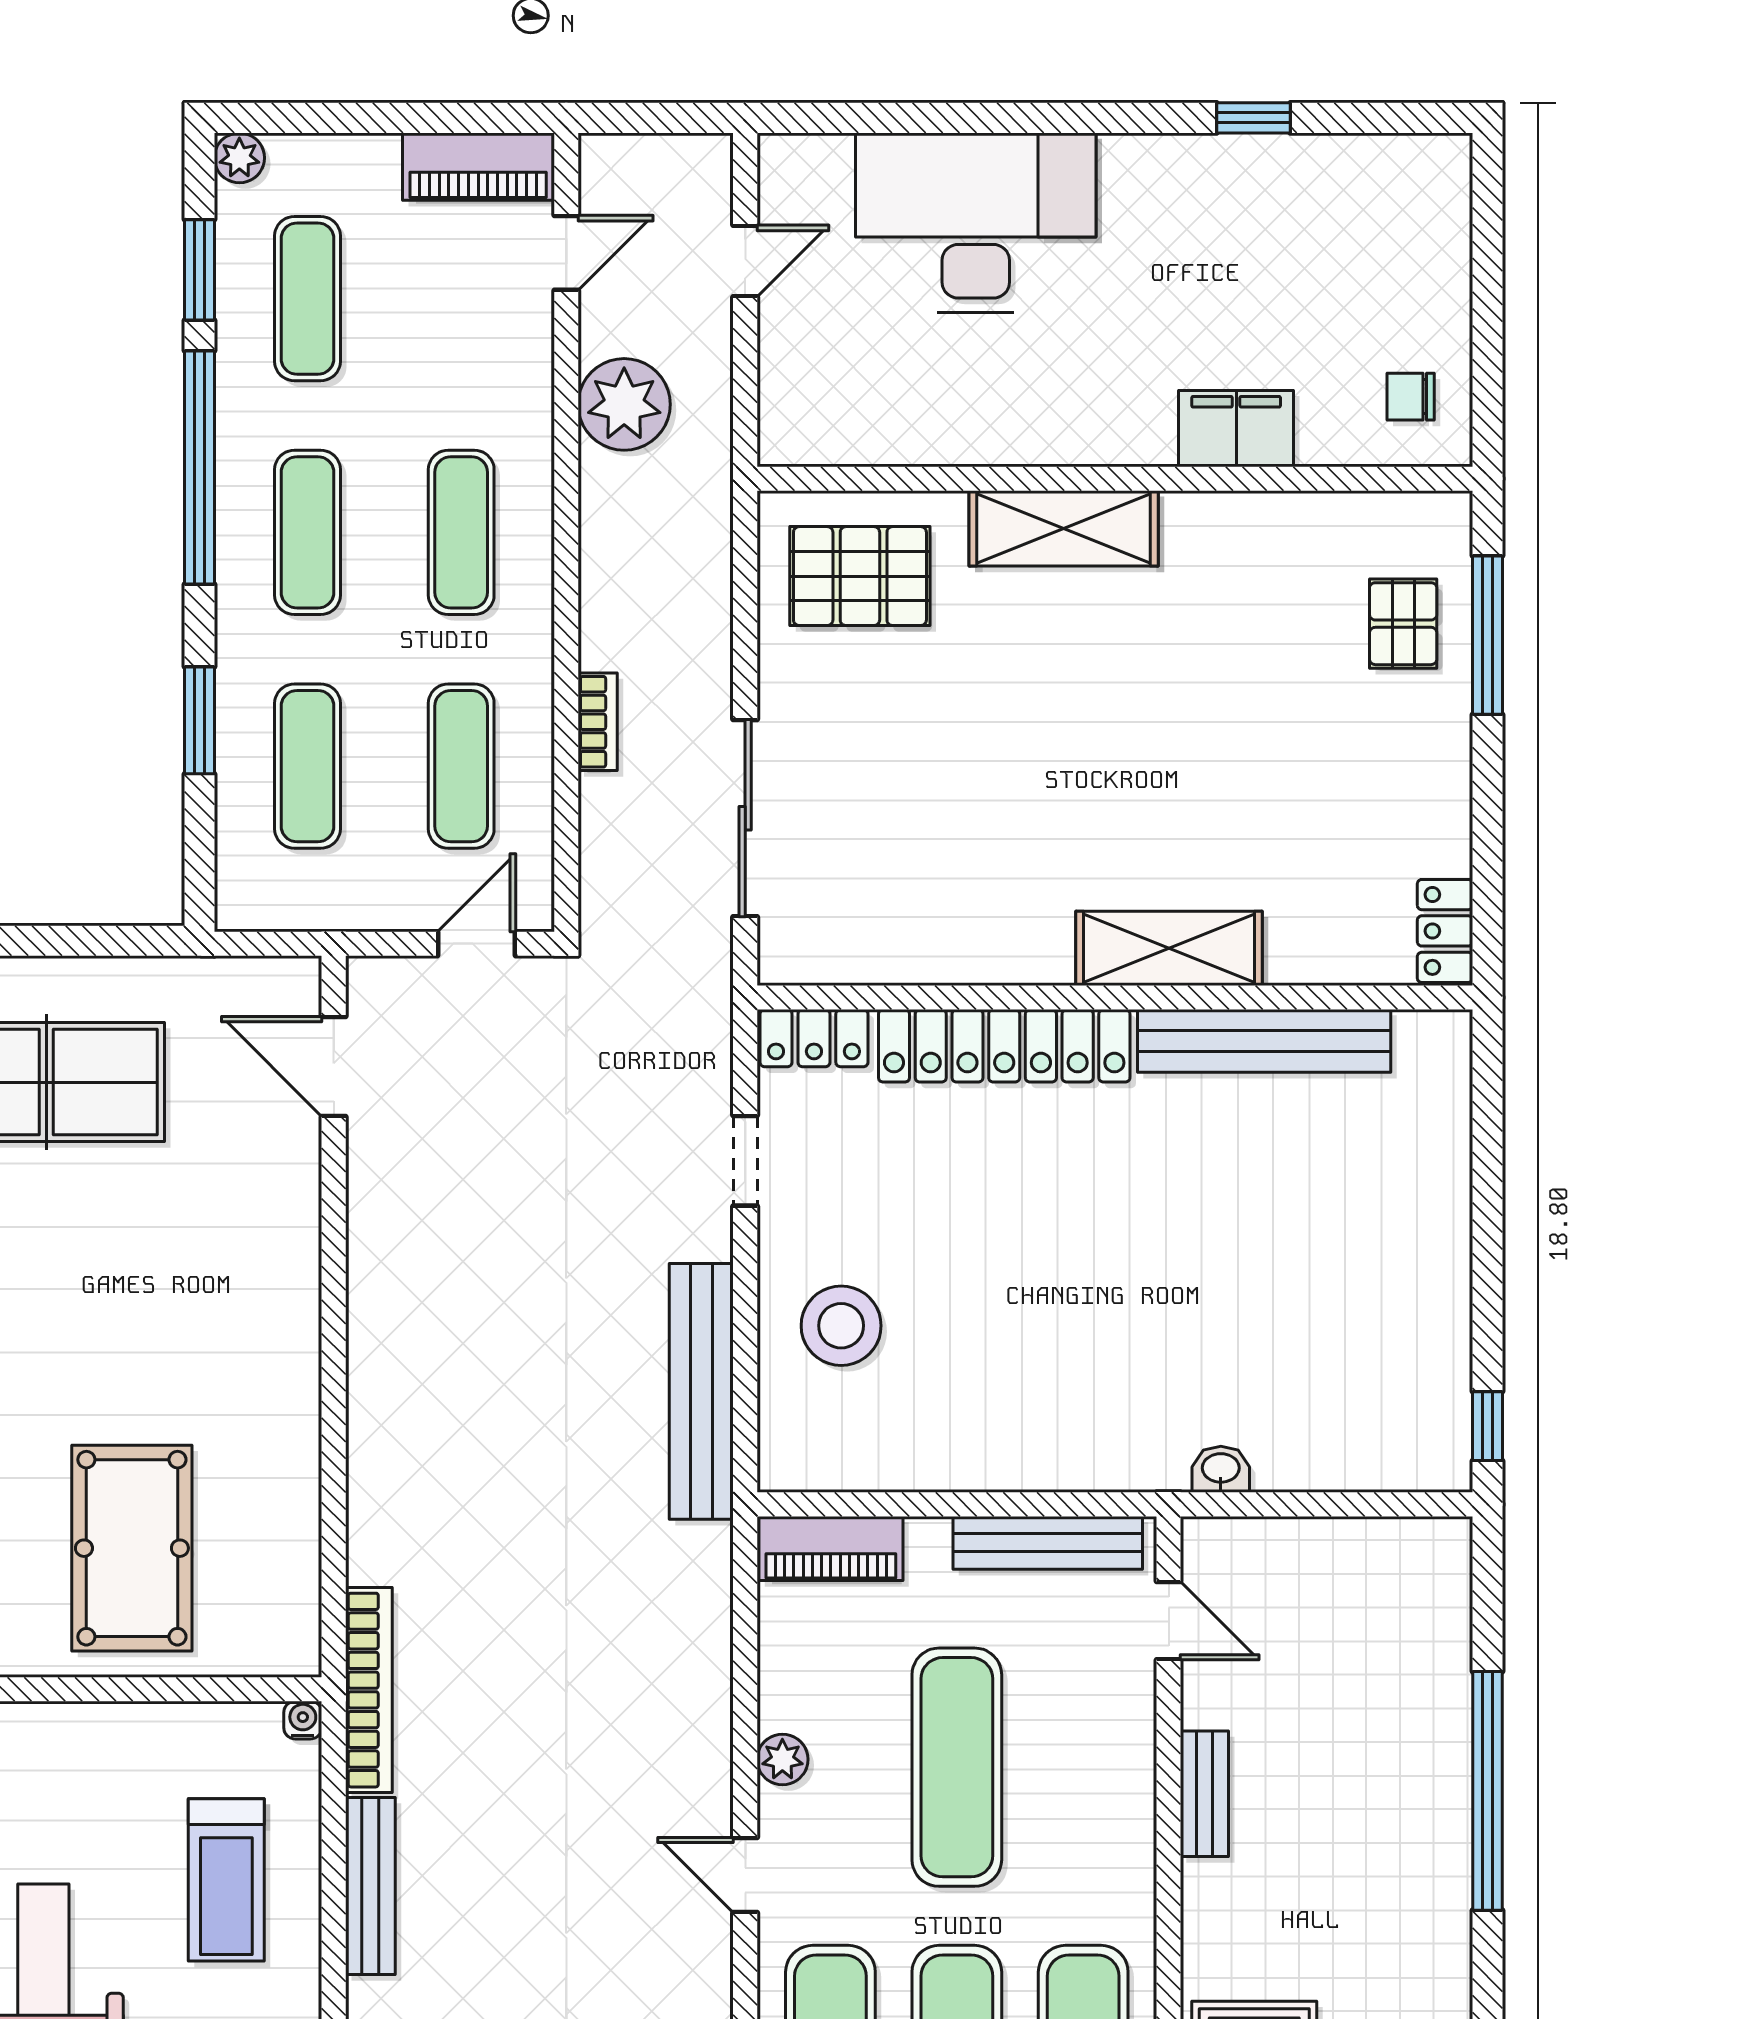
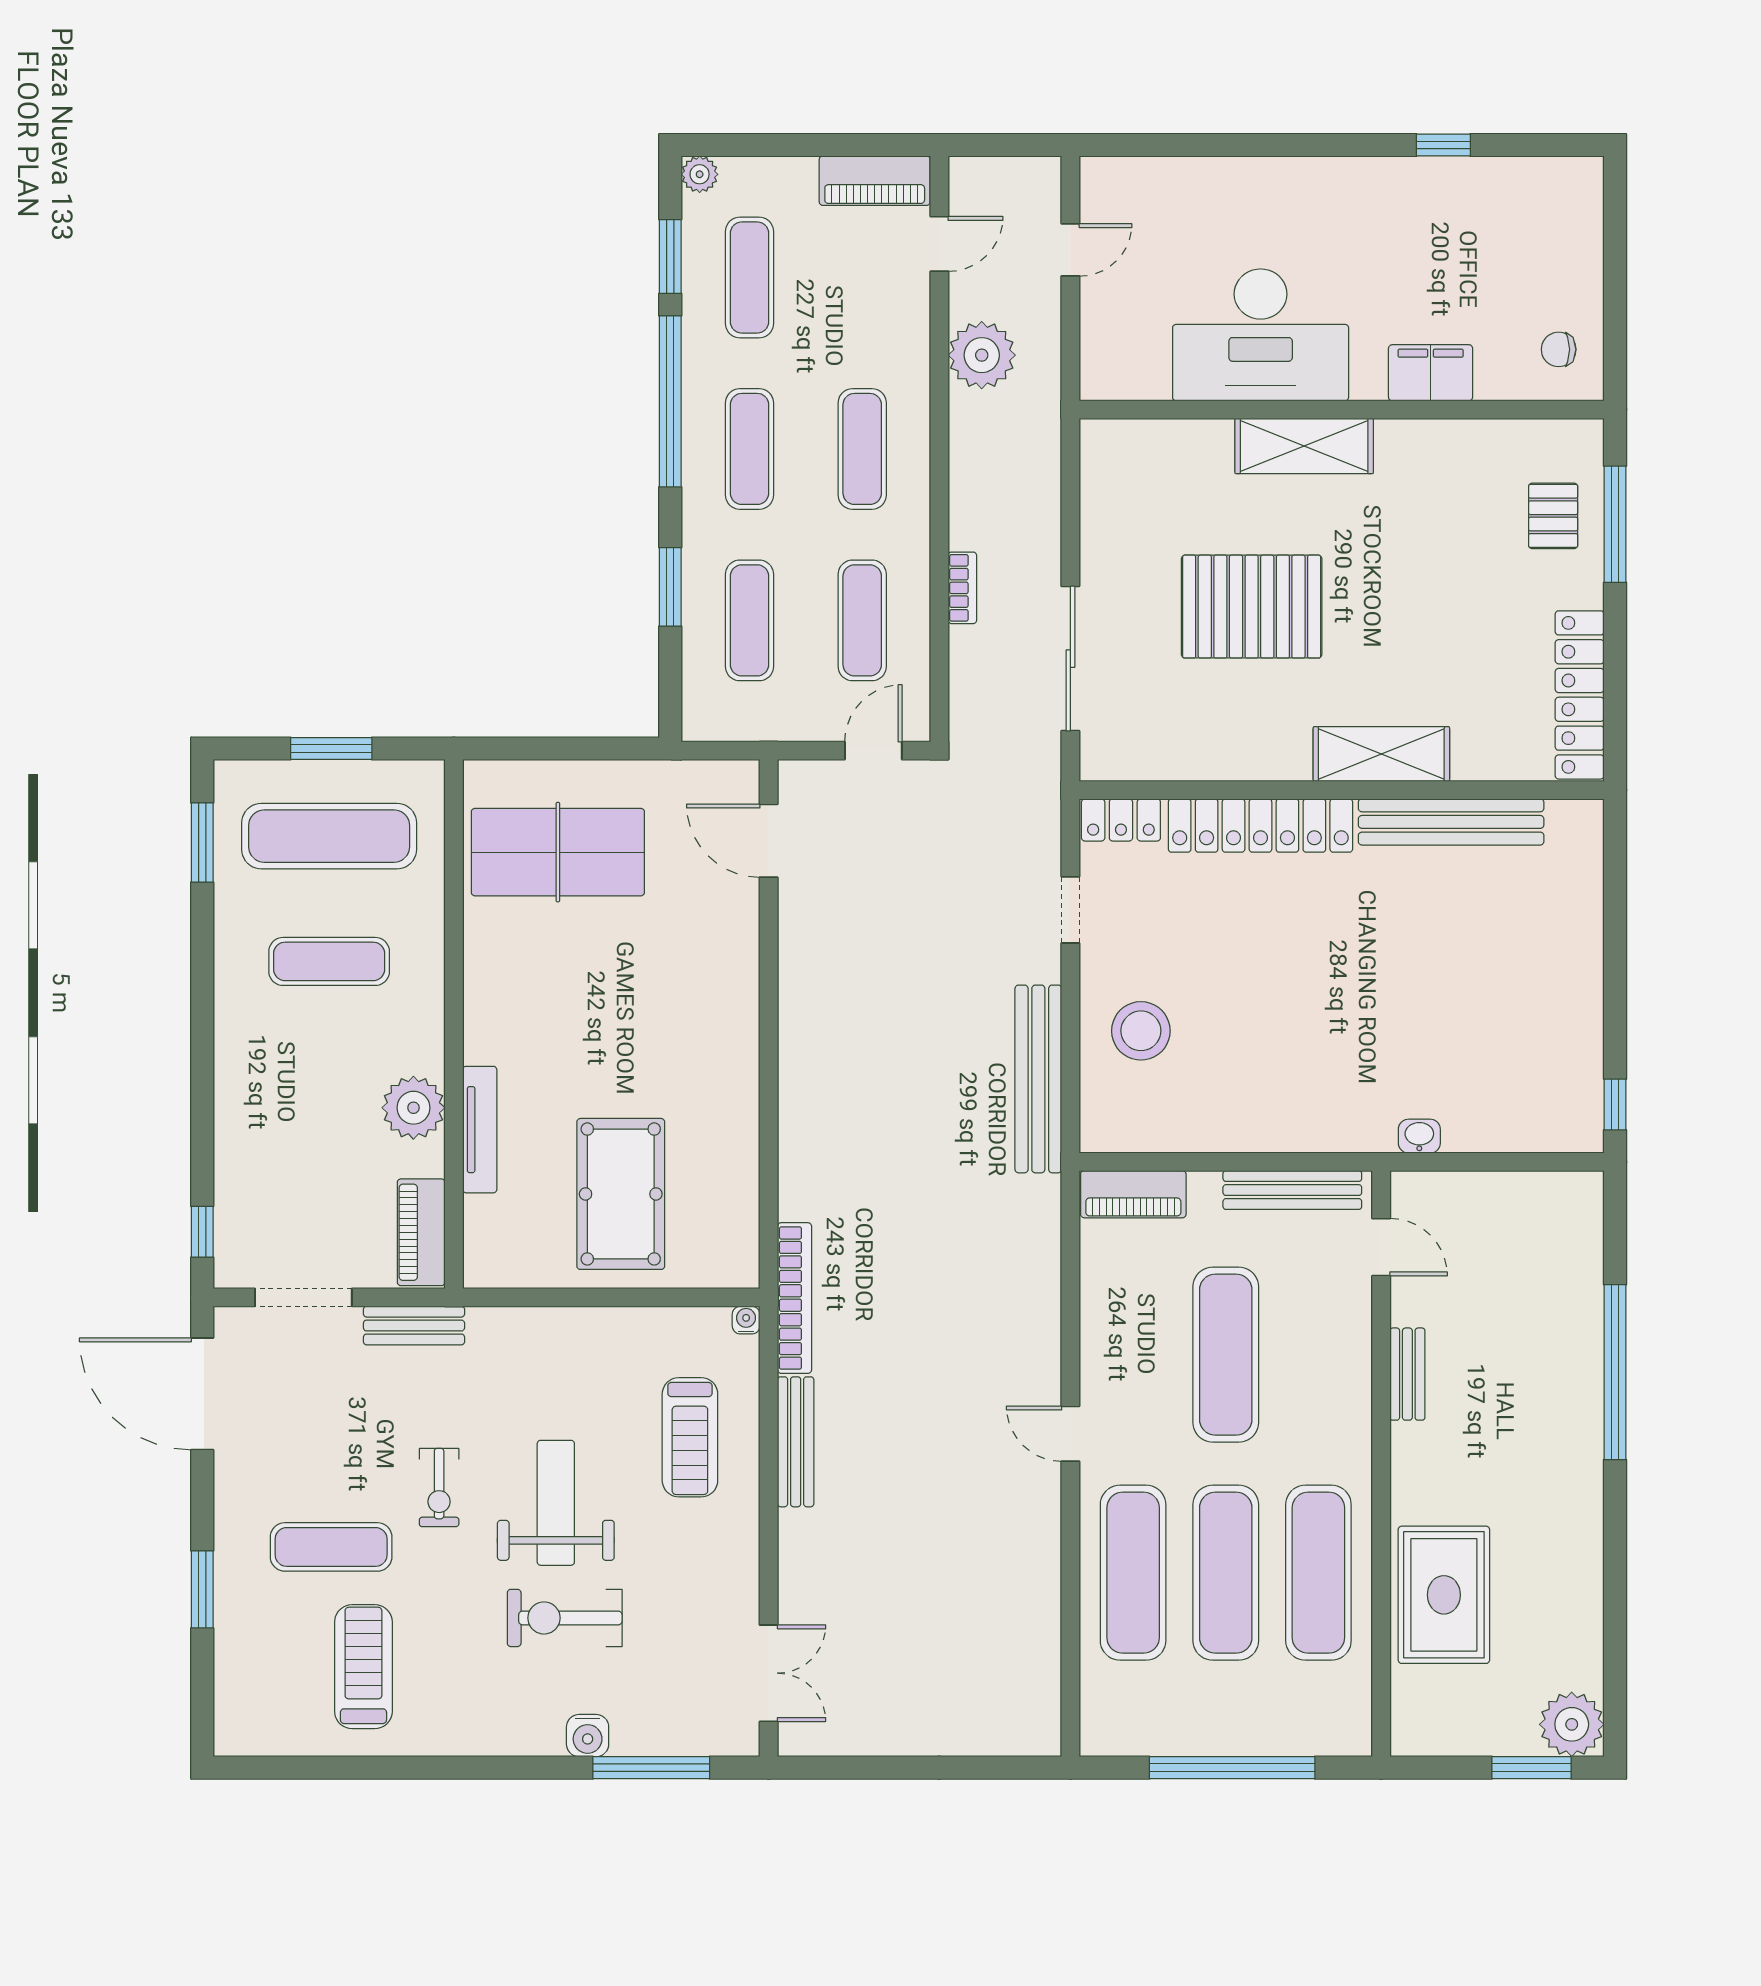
desk: (976, 223) -> (1261, 335), moved, turned 180
pallet: (860, 576) -> (1252, 607), moved, width x1.37, depth x1.41
locker: (1445, 931) -> (1580, 695), width x2.16, depth x1.21
plant: (782, 1759) -> (1098, 1349), removed

